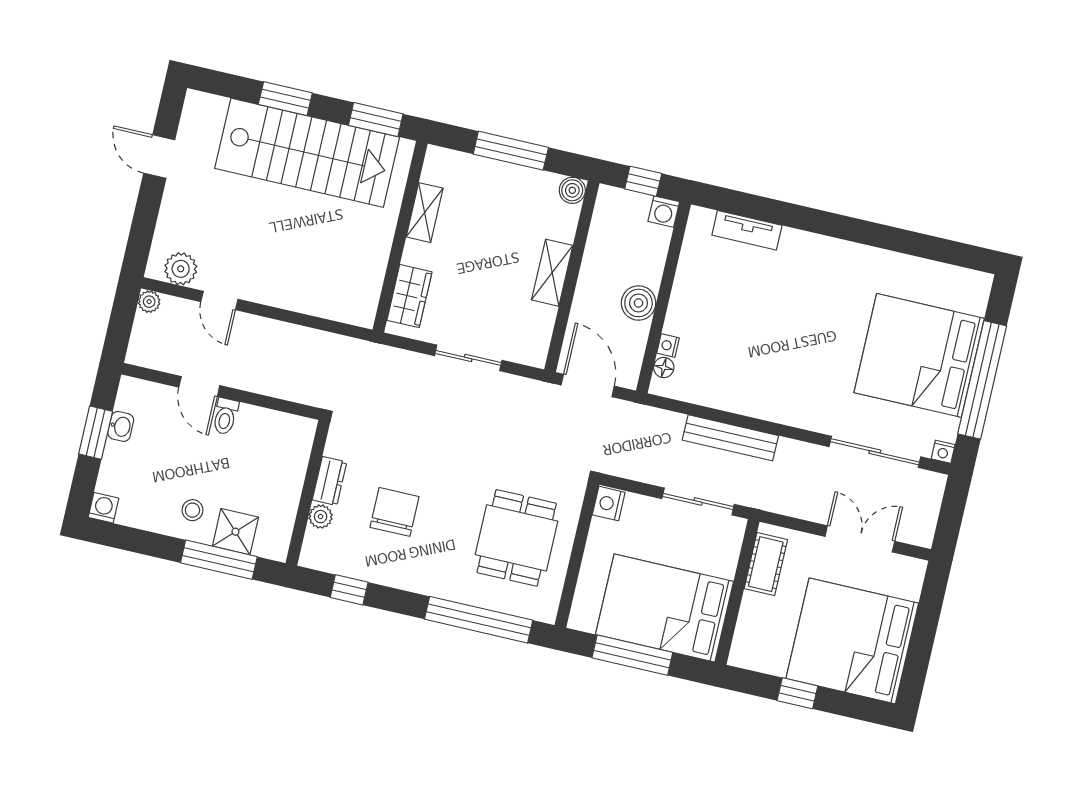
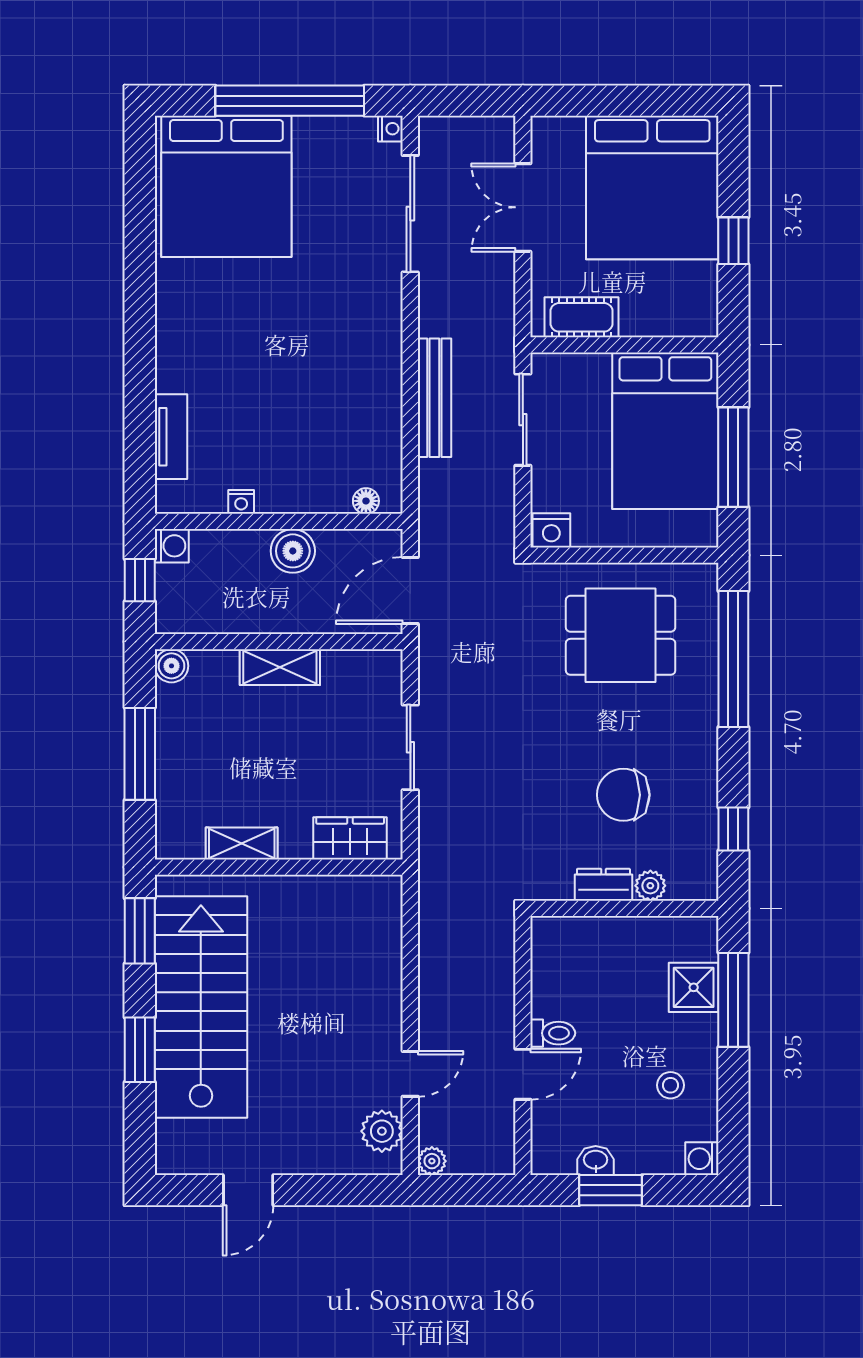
nightstand: (668, 346) -> (241, 502), moved
bed: (919, 355) -> (226, 186), moved
stool: (192, 510) -> (671, 1085), moved

